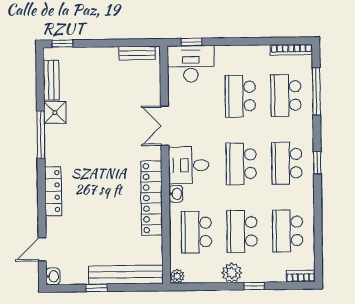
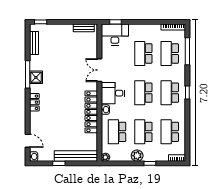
shower: (55, 113) -> (36, 77), moved
locker: (53, 191) -> (34, 102), width x0.66
door: (42, 249) -> (28, 141), swing flipped

